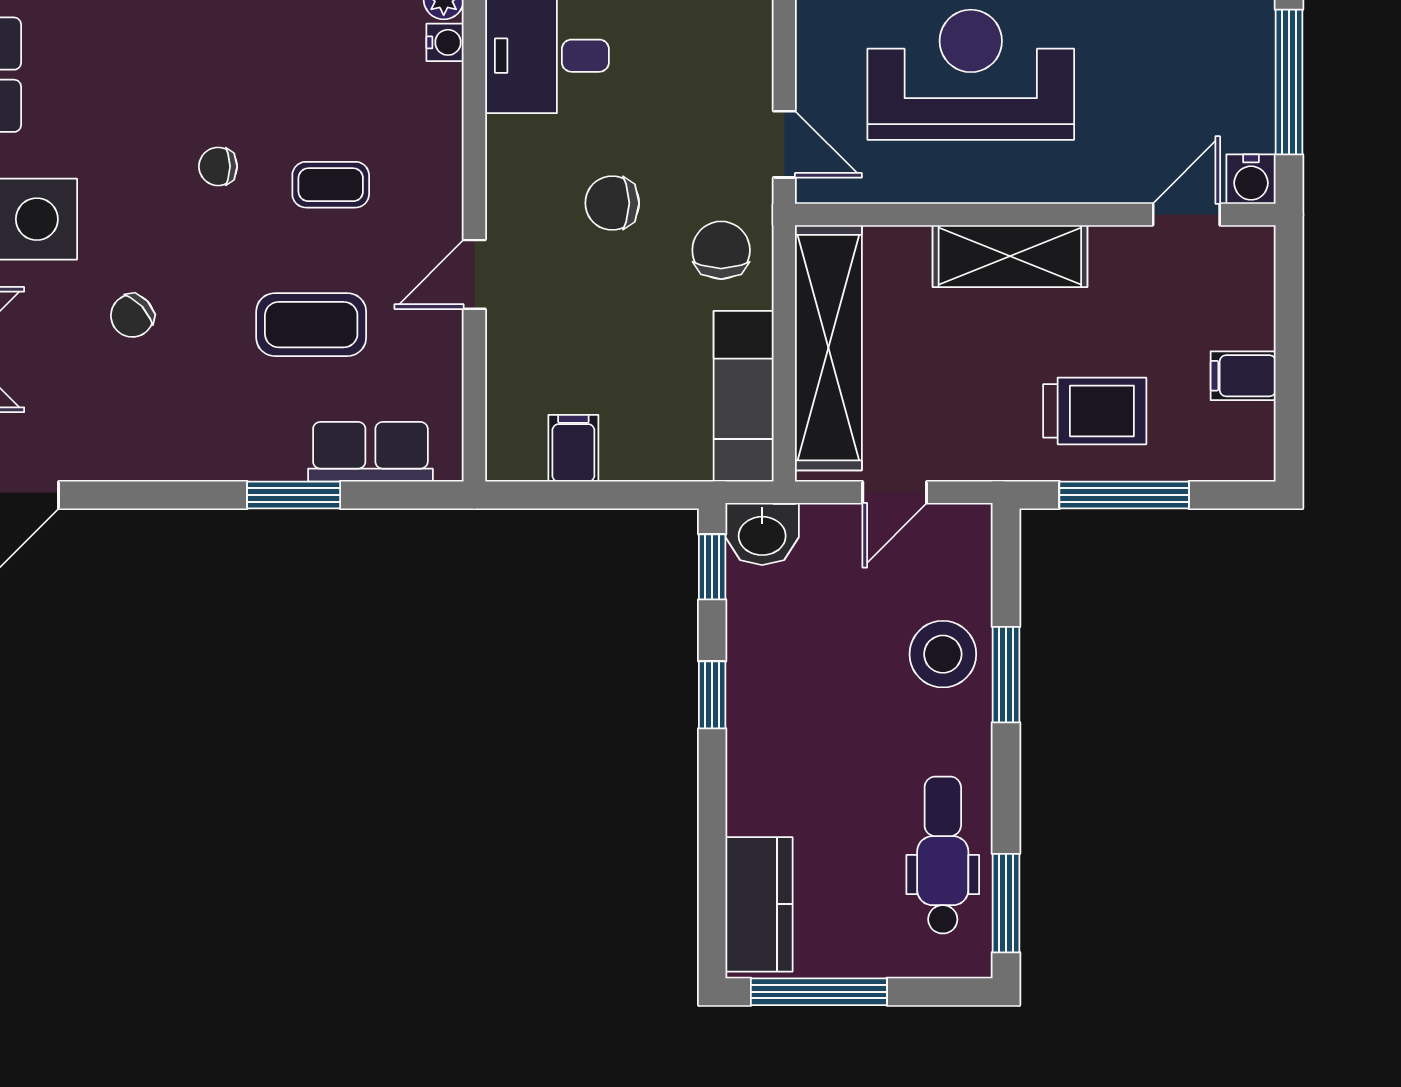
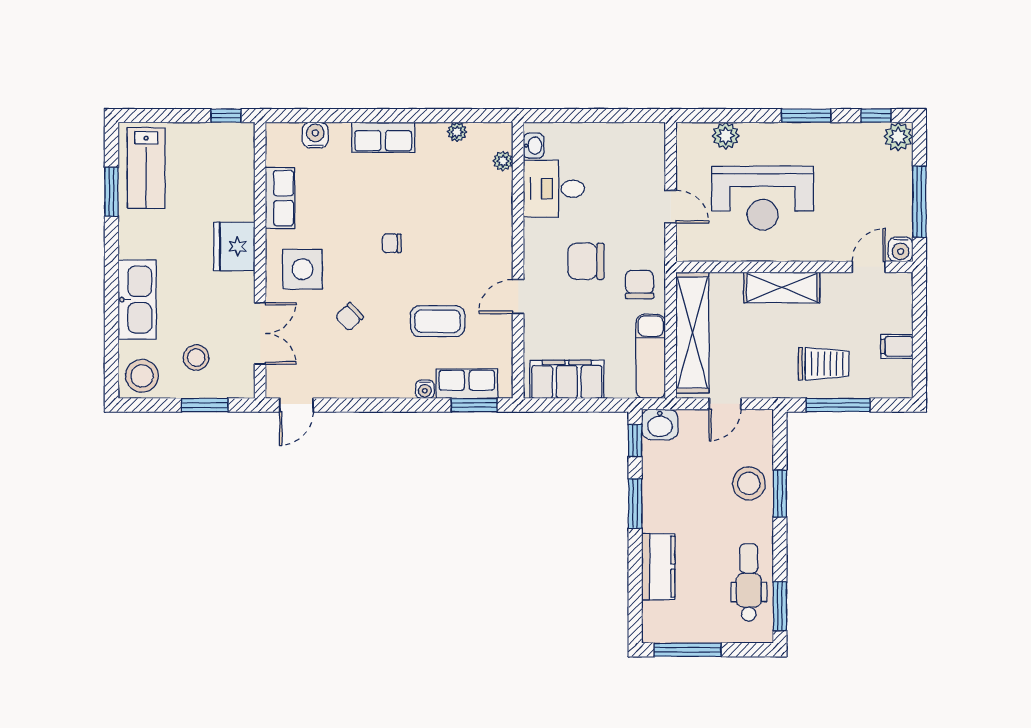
water cooler: (445, 42) -> (425, 389), moved, turned 90
reception desk: (971, 75) -> (763, 198), turned 180
door: (784, 144) -> (671, 207), moved
coffee table: (331, 185) -> (447, 252), removed
chair: (612, 203) -> (586, 261), width x1.37, depth x1.37
filing cabinet: (573, 448) -> (567, 379), width x3.00, depth x1.17
window: (294, 495) -> (474, 405), moved
window: (712, 695) -> (635, 504), width x1.50
kitchen counter: (759, 904) -> (658, 567), moved

